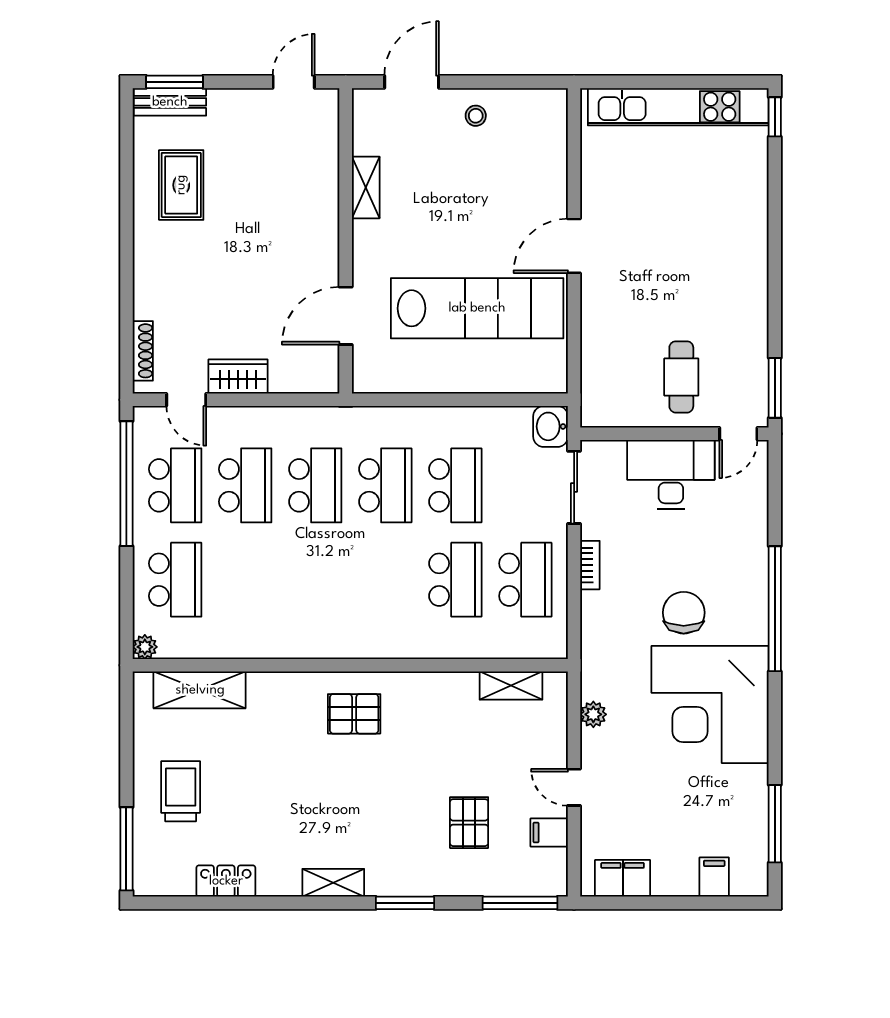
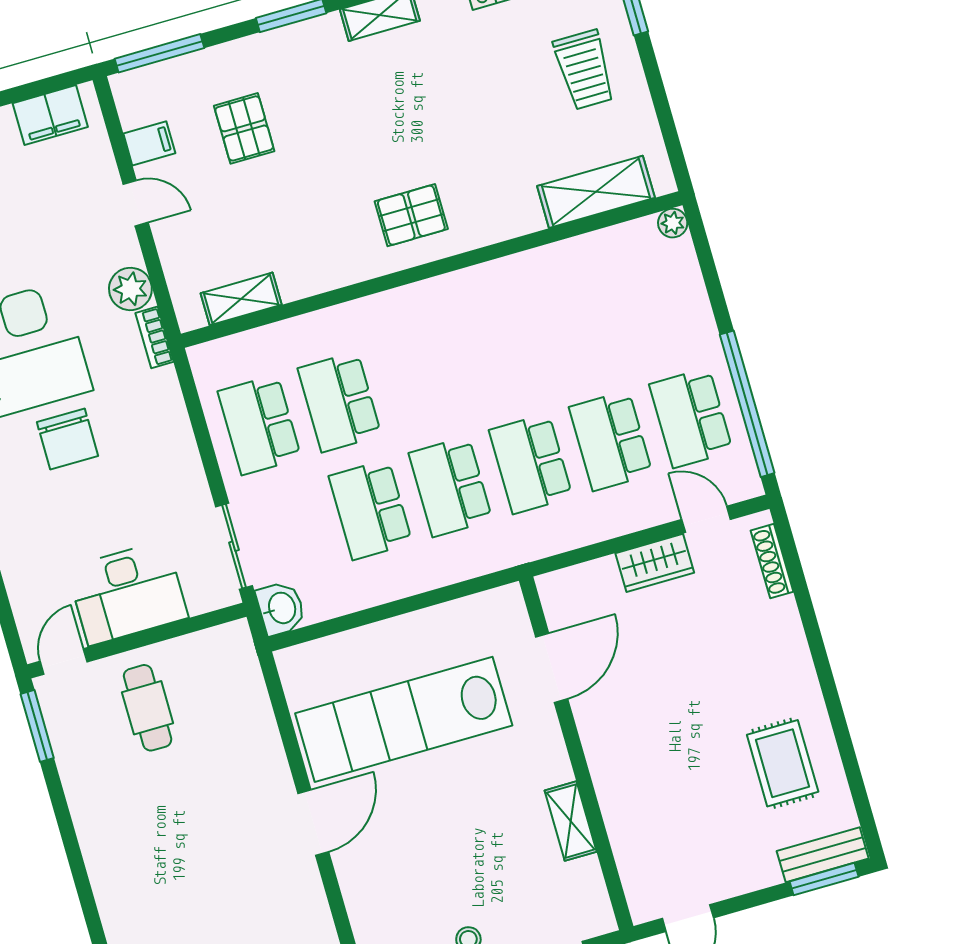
bookcase: (590, 565) -> (154, 337), moved
school desk: (175, 580) -> (660, 310), removed
plant: (593, 714) -> (130, 289), width x1.38, depth x1.38

